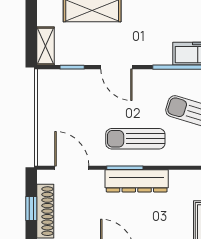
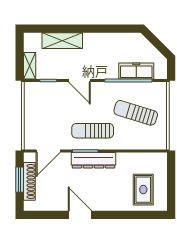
door: (72, 168) -> (48, 151), swing flipped
window: (31, 208) -> (20, 180), width x1.50

